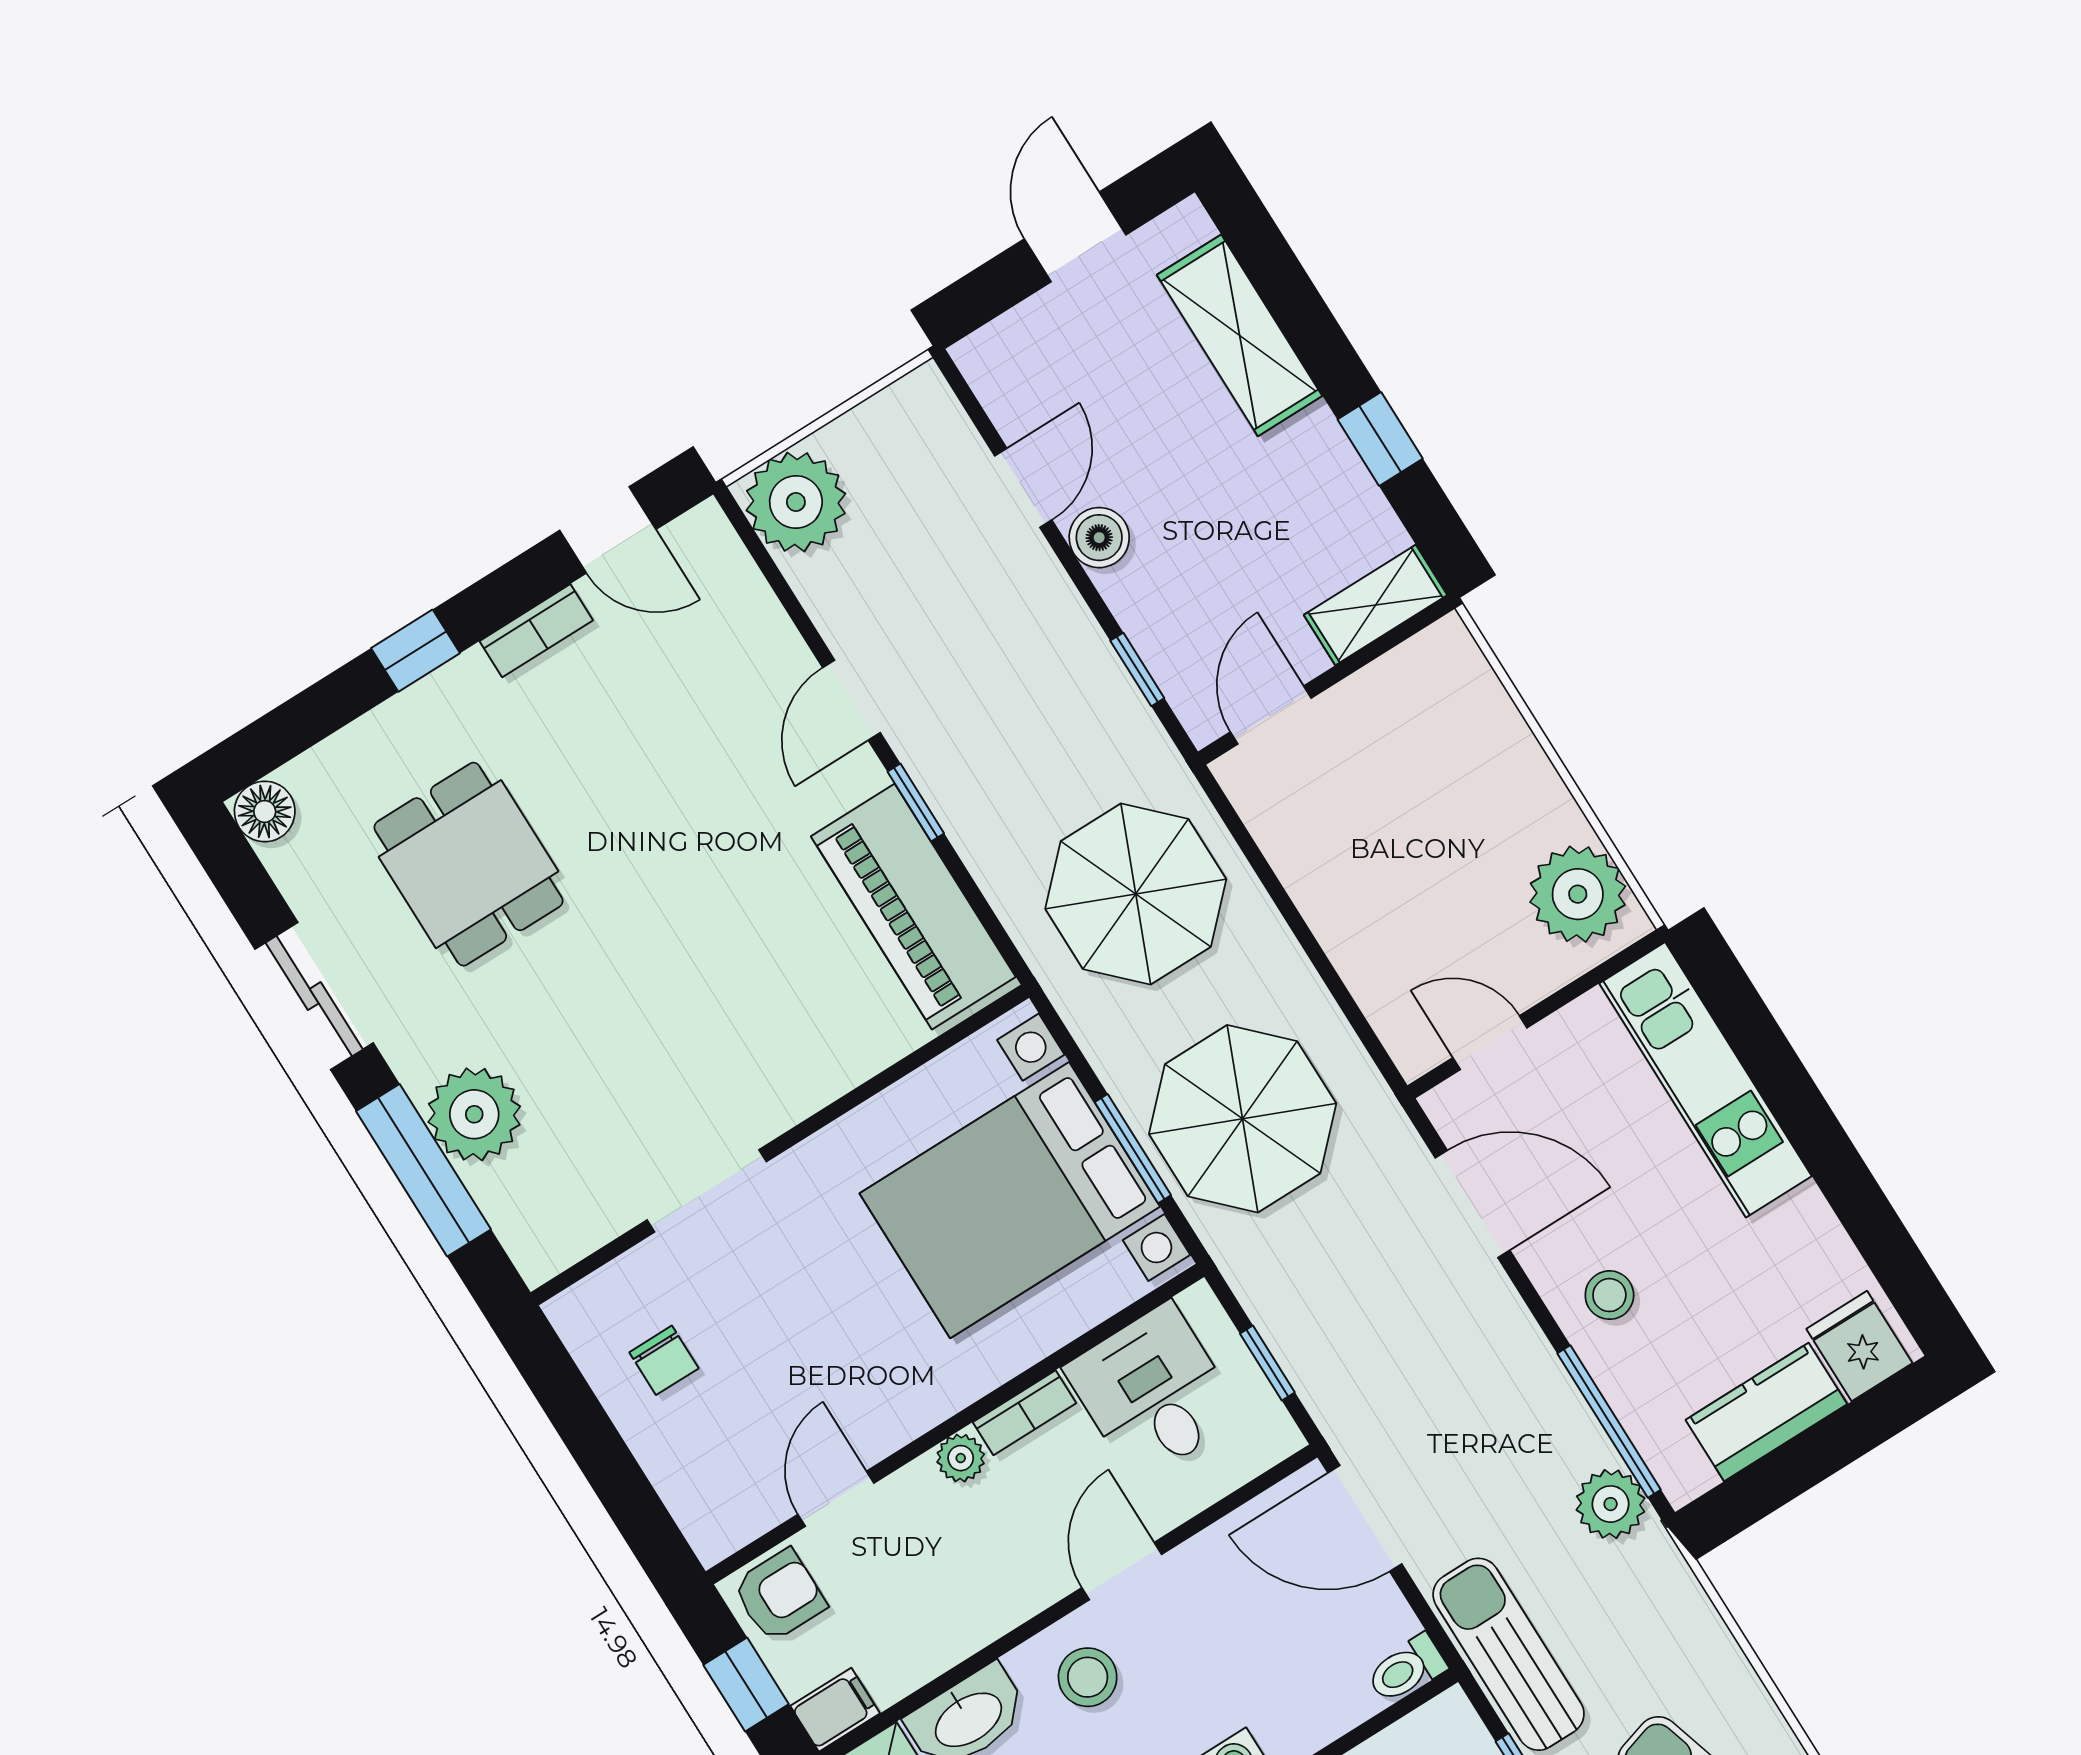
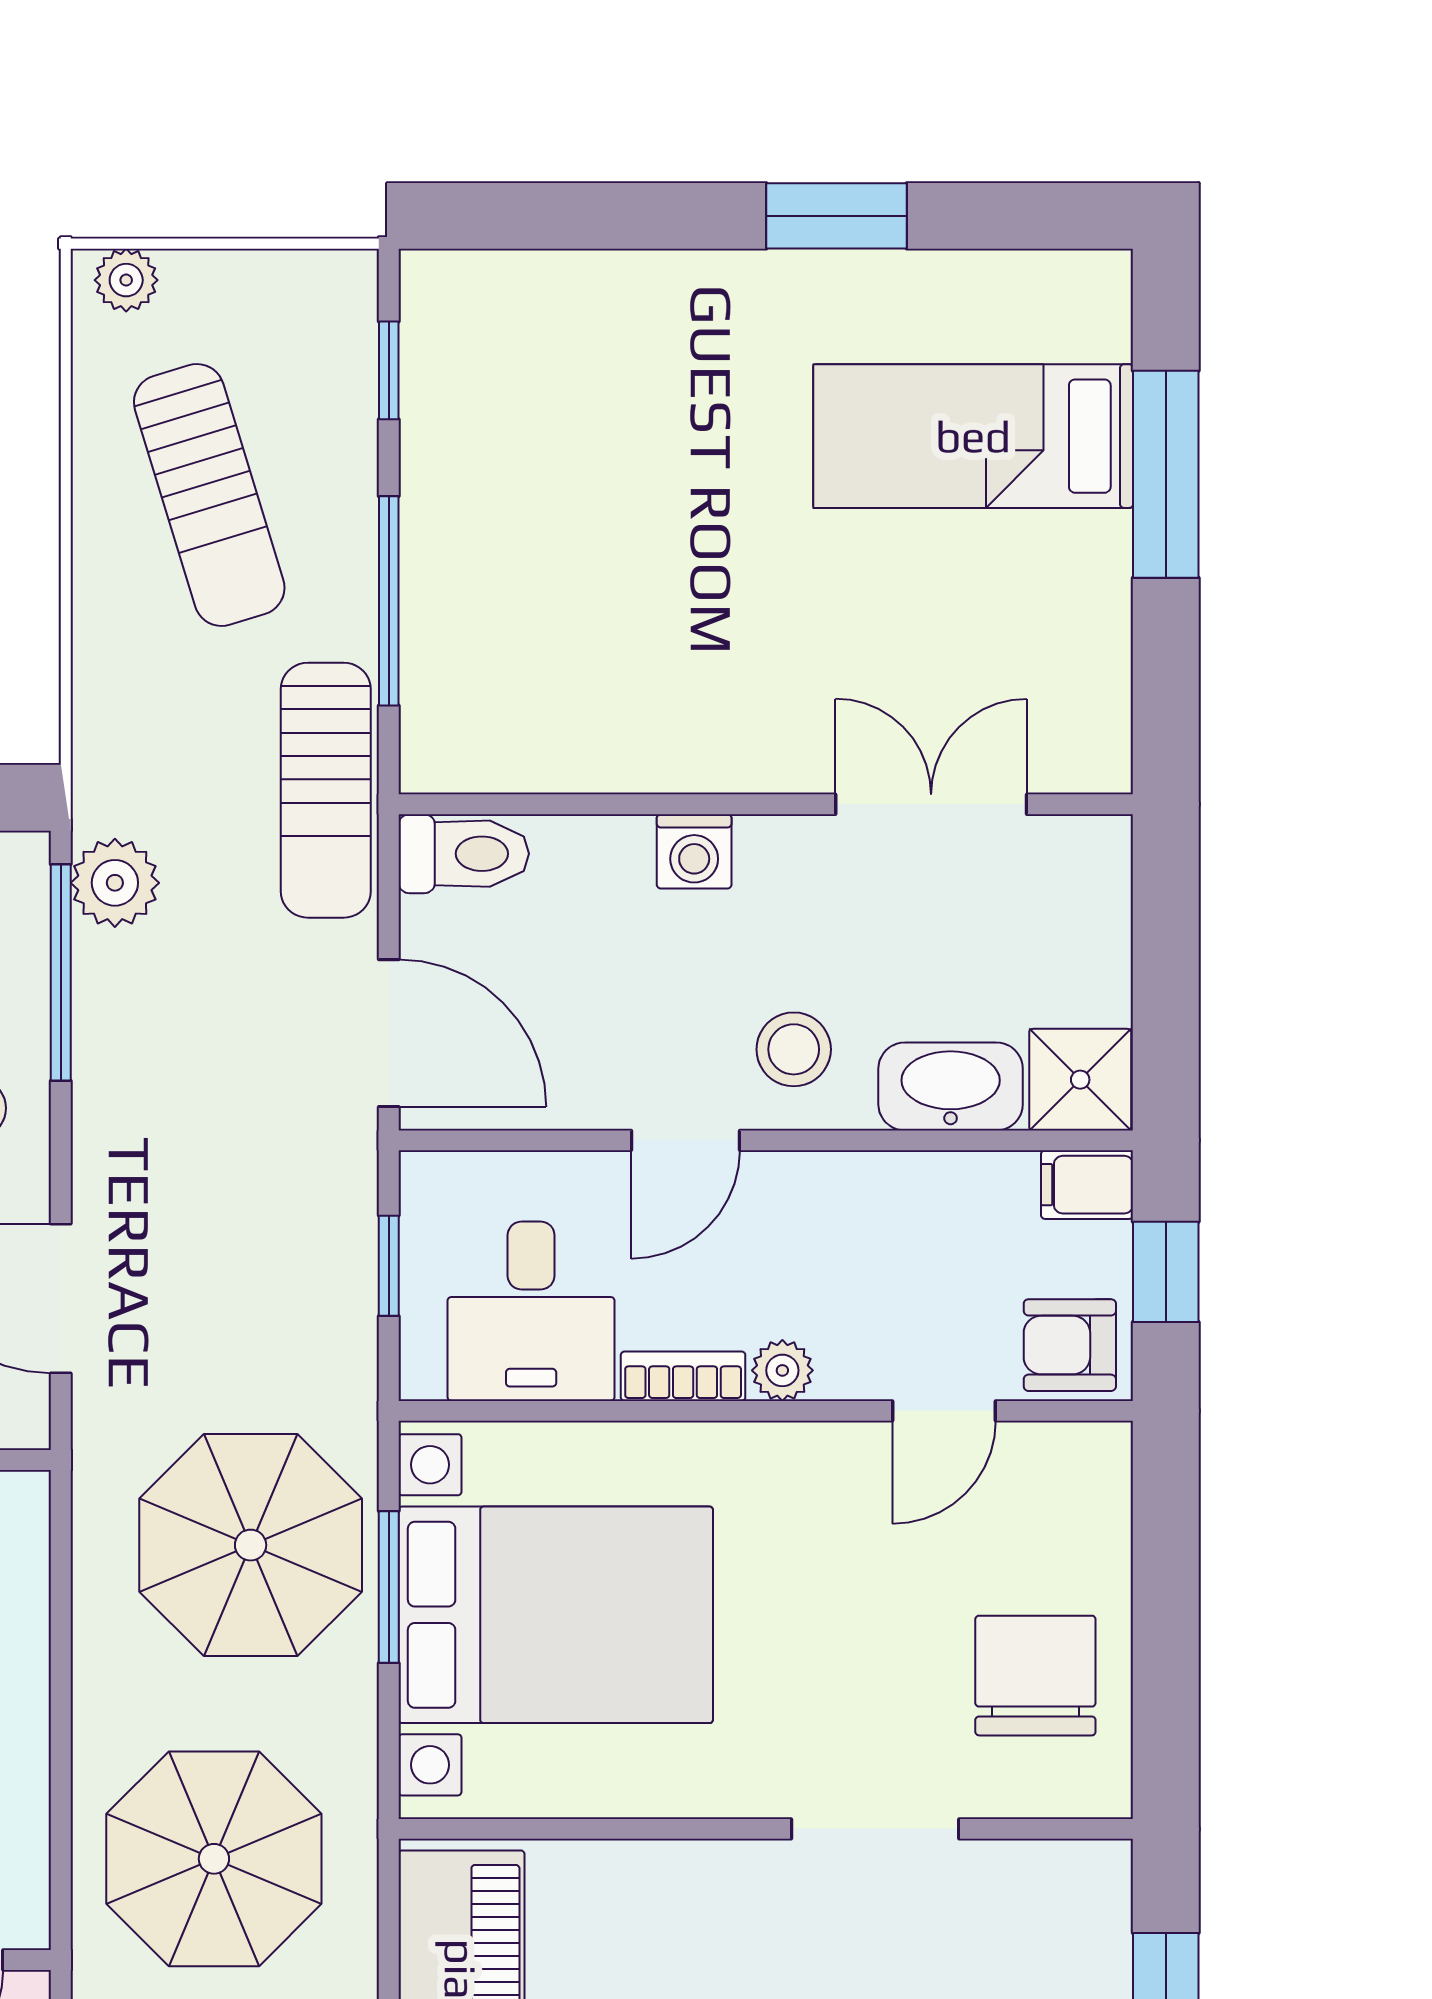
chair: (664, 1360) -> (1035, 1676), width x1.87, depth x1.87
toilet: (1406, 1669) -> (464, 854), width x1.37, depth x1.39

